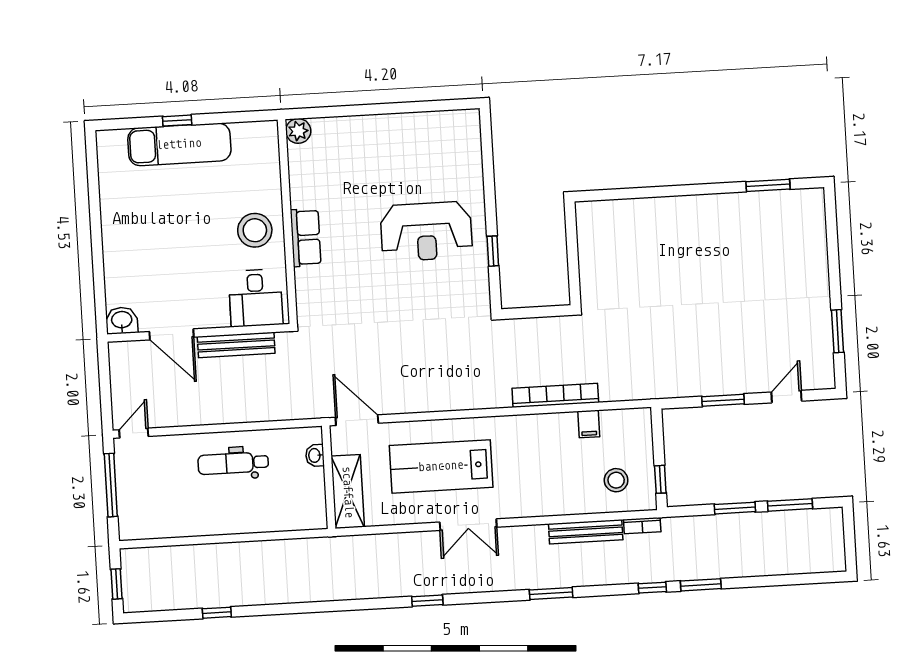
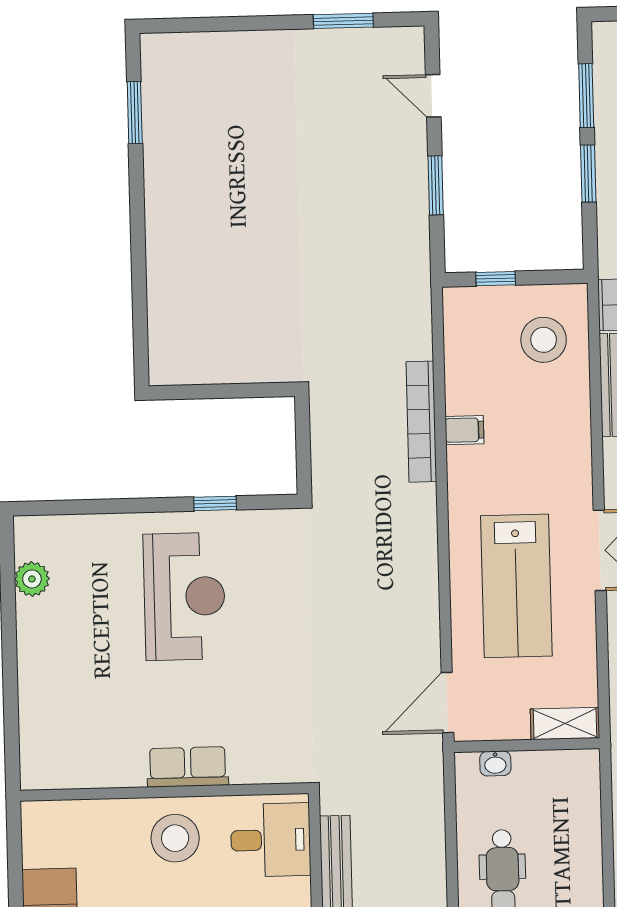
plant: (298, 131) -> (32, 579), moved
filing cabinet: (589, 424) -> (464, 430), moved
window: (660, 479) -> (496, 279), moved
stool: (616, 480) -> (544, 340), width x1.38, depth x1.38
shelving: (348, 492) -> (565, 724), width x0.67, depth x0.75

